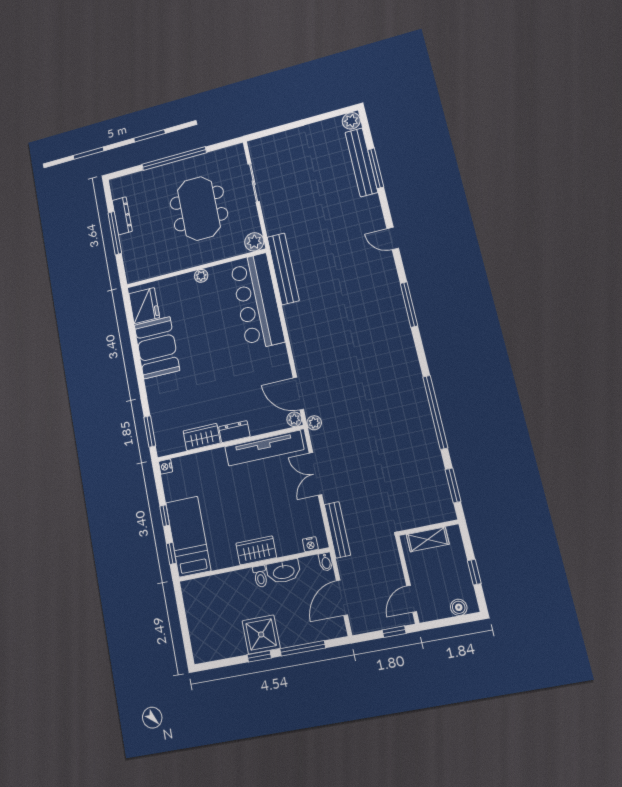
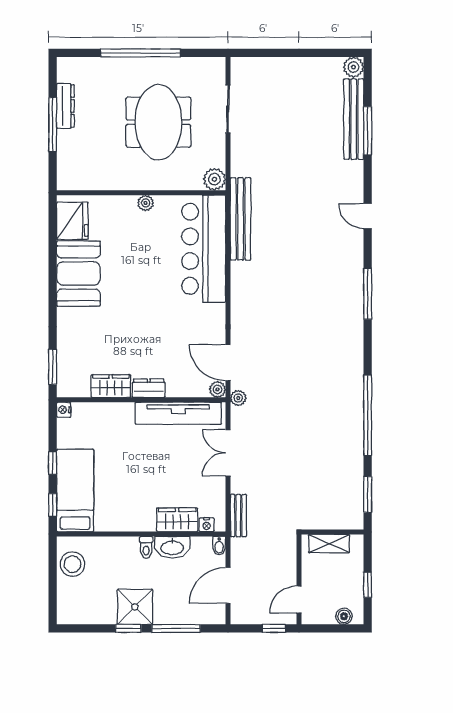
bench: (337, 530) -> (238, 516), width x0.73
wardrobe: (256, 550) -> (177, 520), moved
stool: (198, 605) -> (72, 564), added

